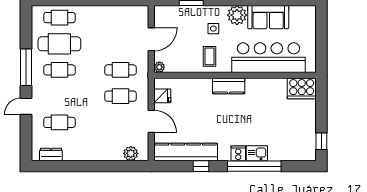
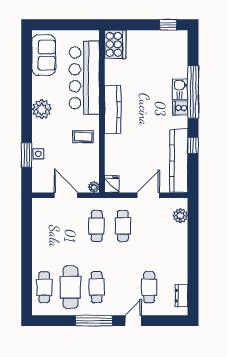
sofa: (268, 17) -> (44, 55), moved
side table: (213, 29) -> (38, 154), moved
kitchen counter: (229, 86) -> (113, 110), width x1.50
fridge: (162, 96) -> (112, 184), moved
door: (26, 106) -> (133, 321), swing flipped

